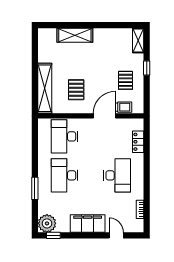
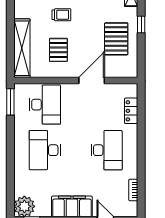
pallet: (125, 80) -> (116, 39), width x1.50, depth x1.42
trolley: (124, 107) -> (61, 15), moved
desk: (64, 136) -> (45, 105), turned 180
window: (35, 188) -> (10, 102), moved

